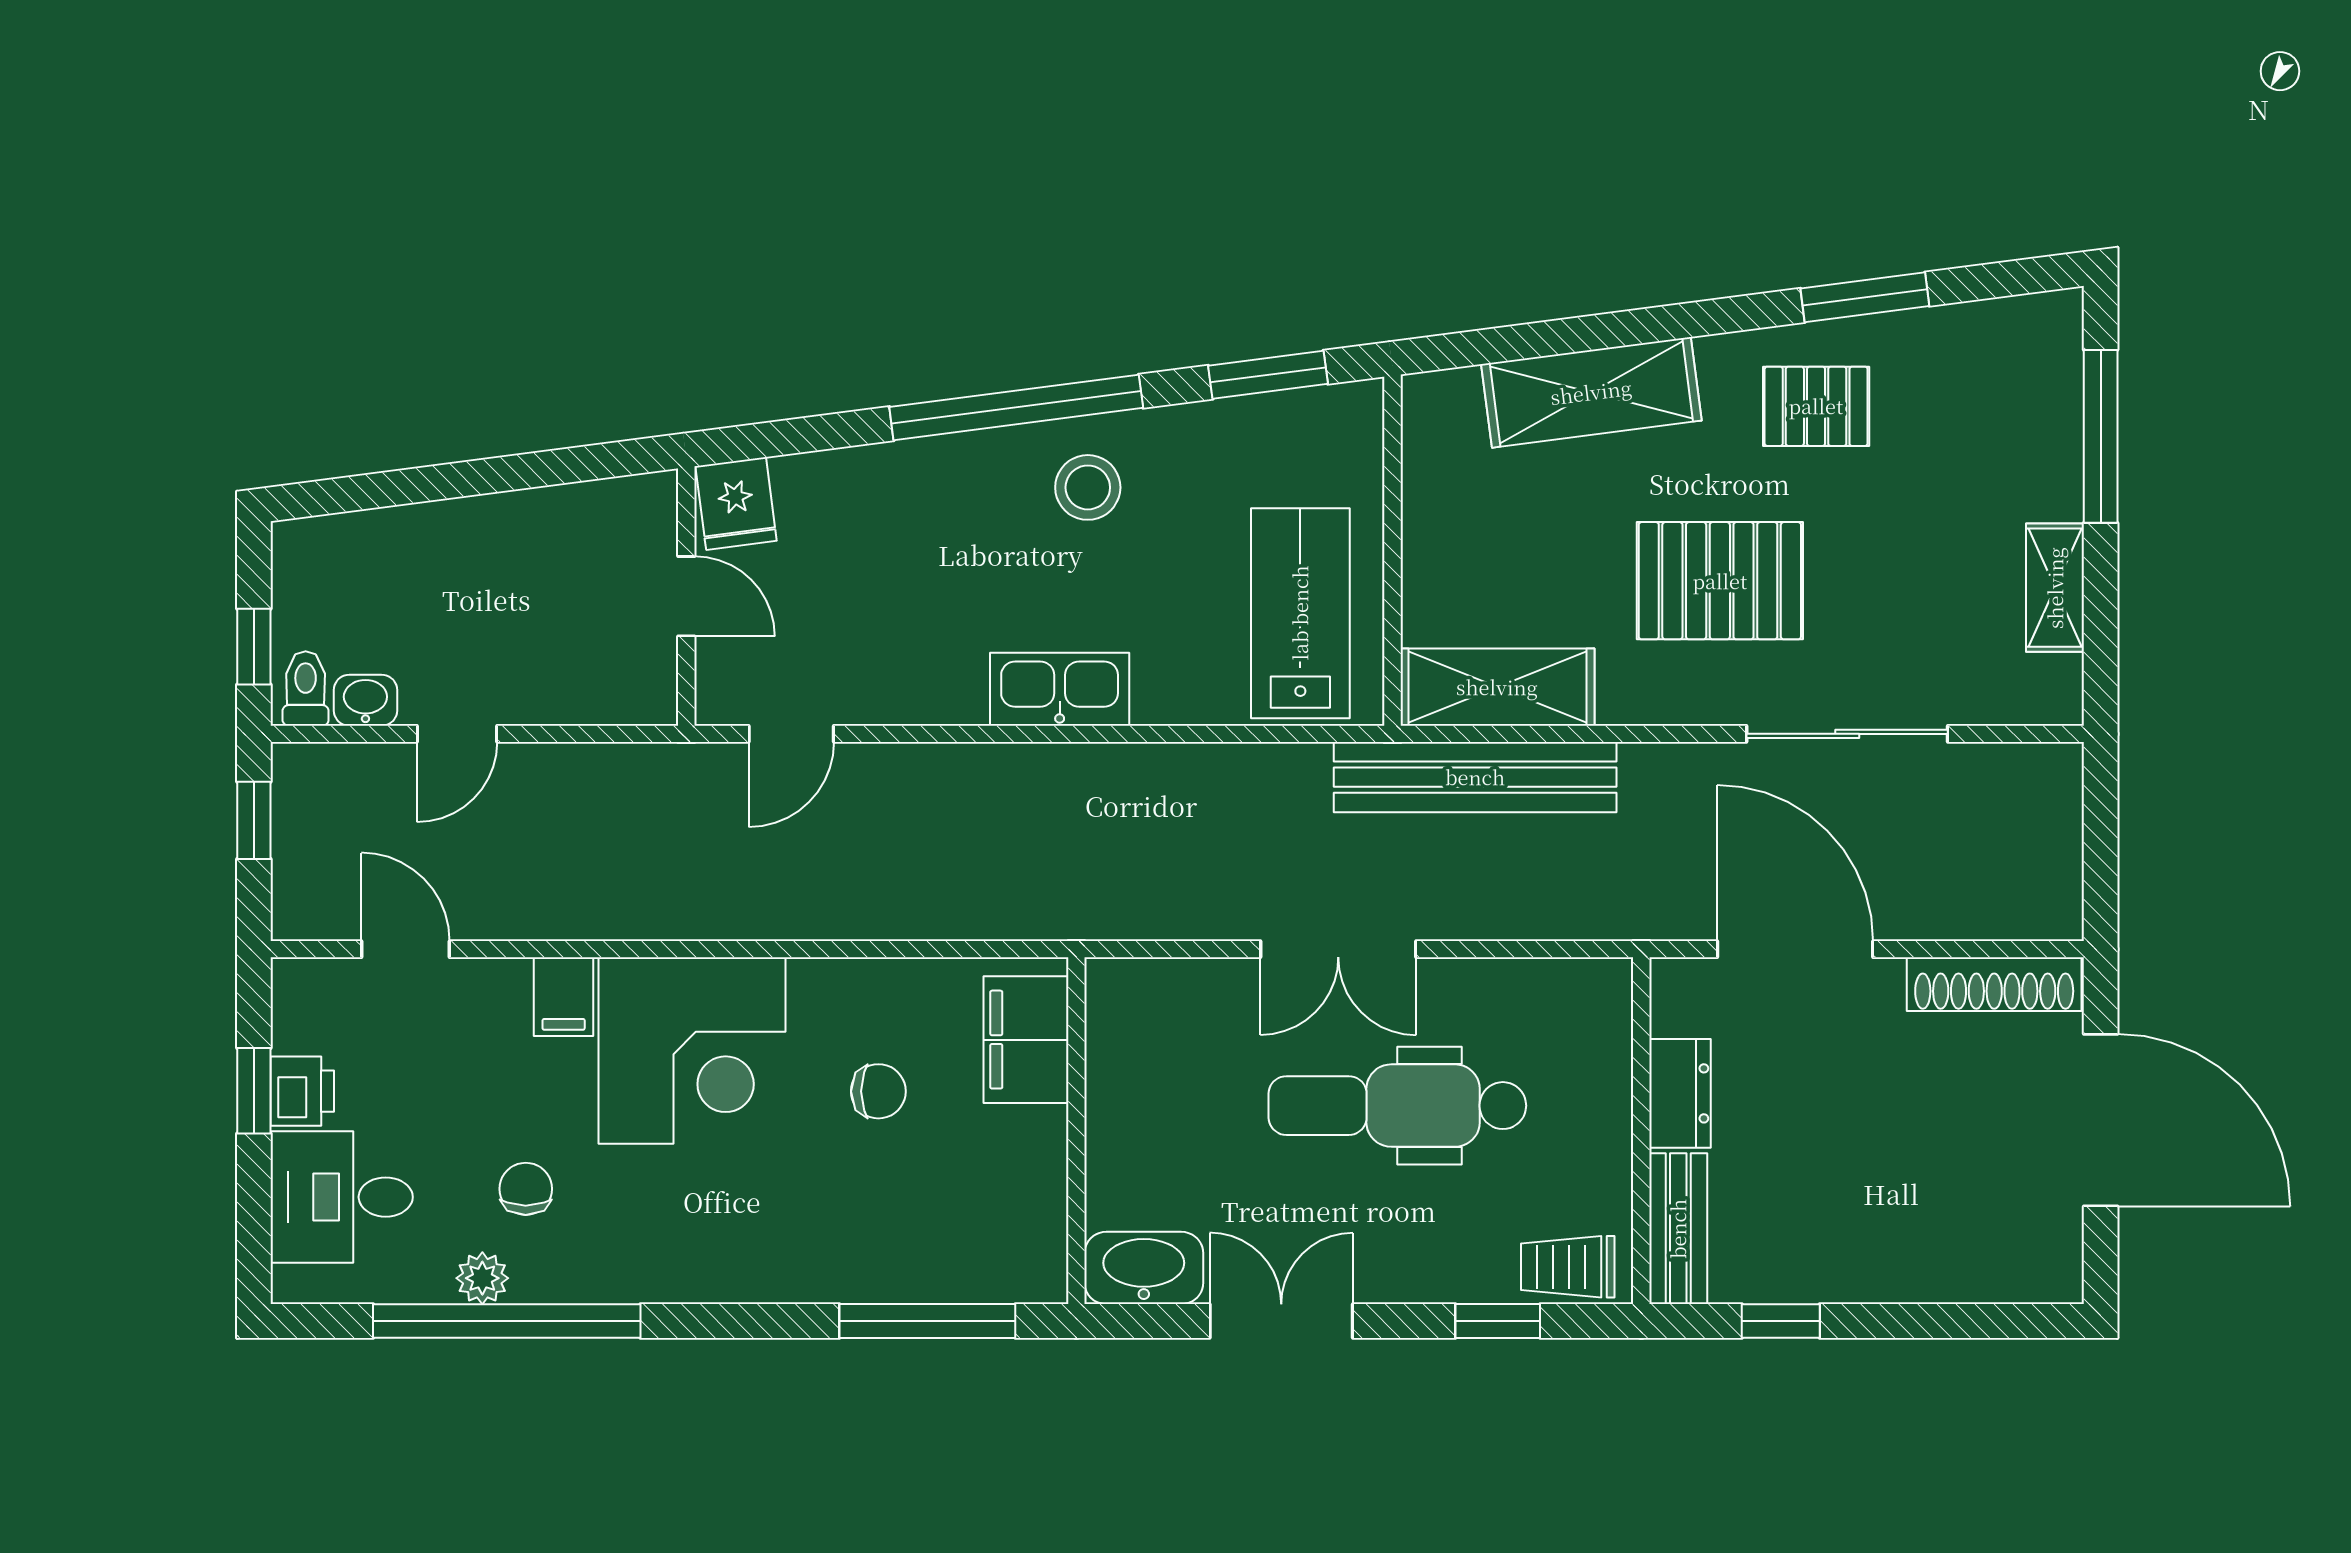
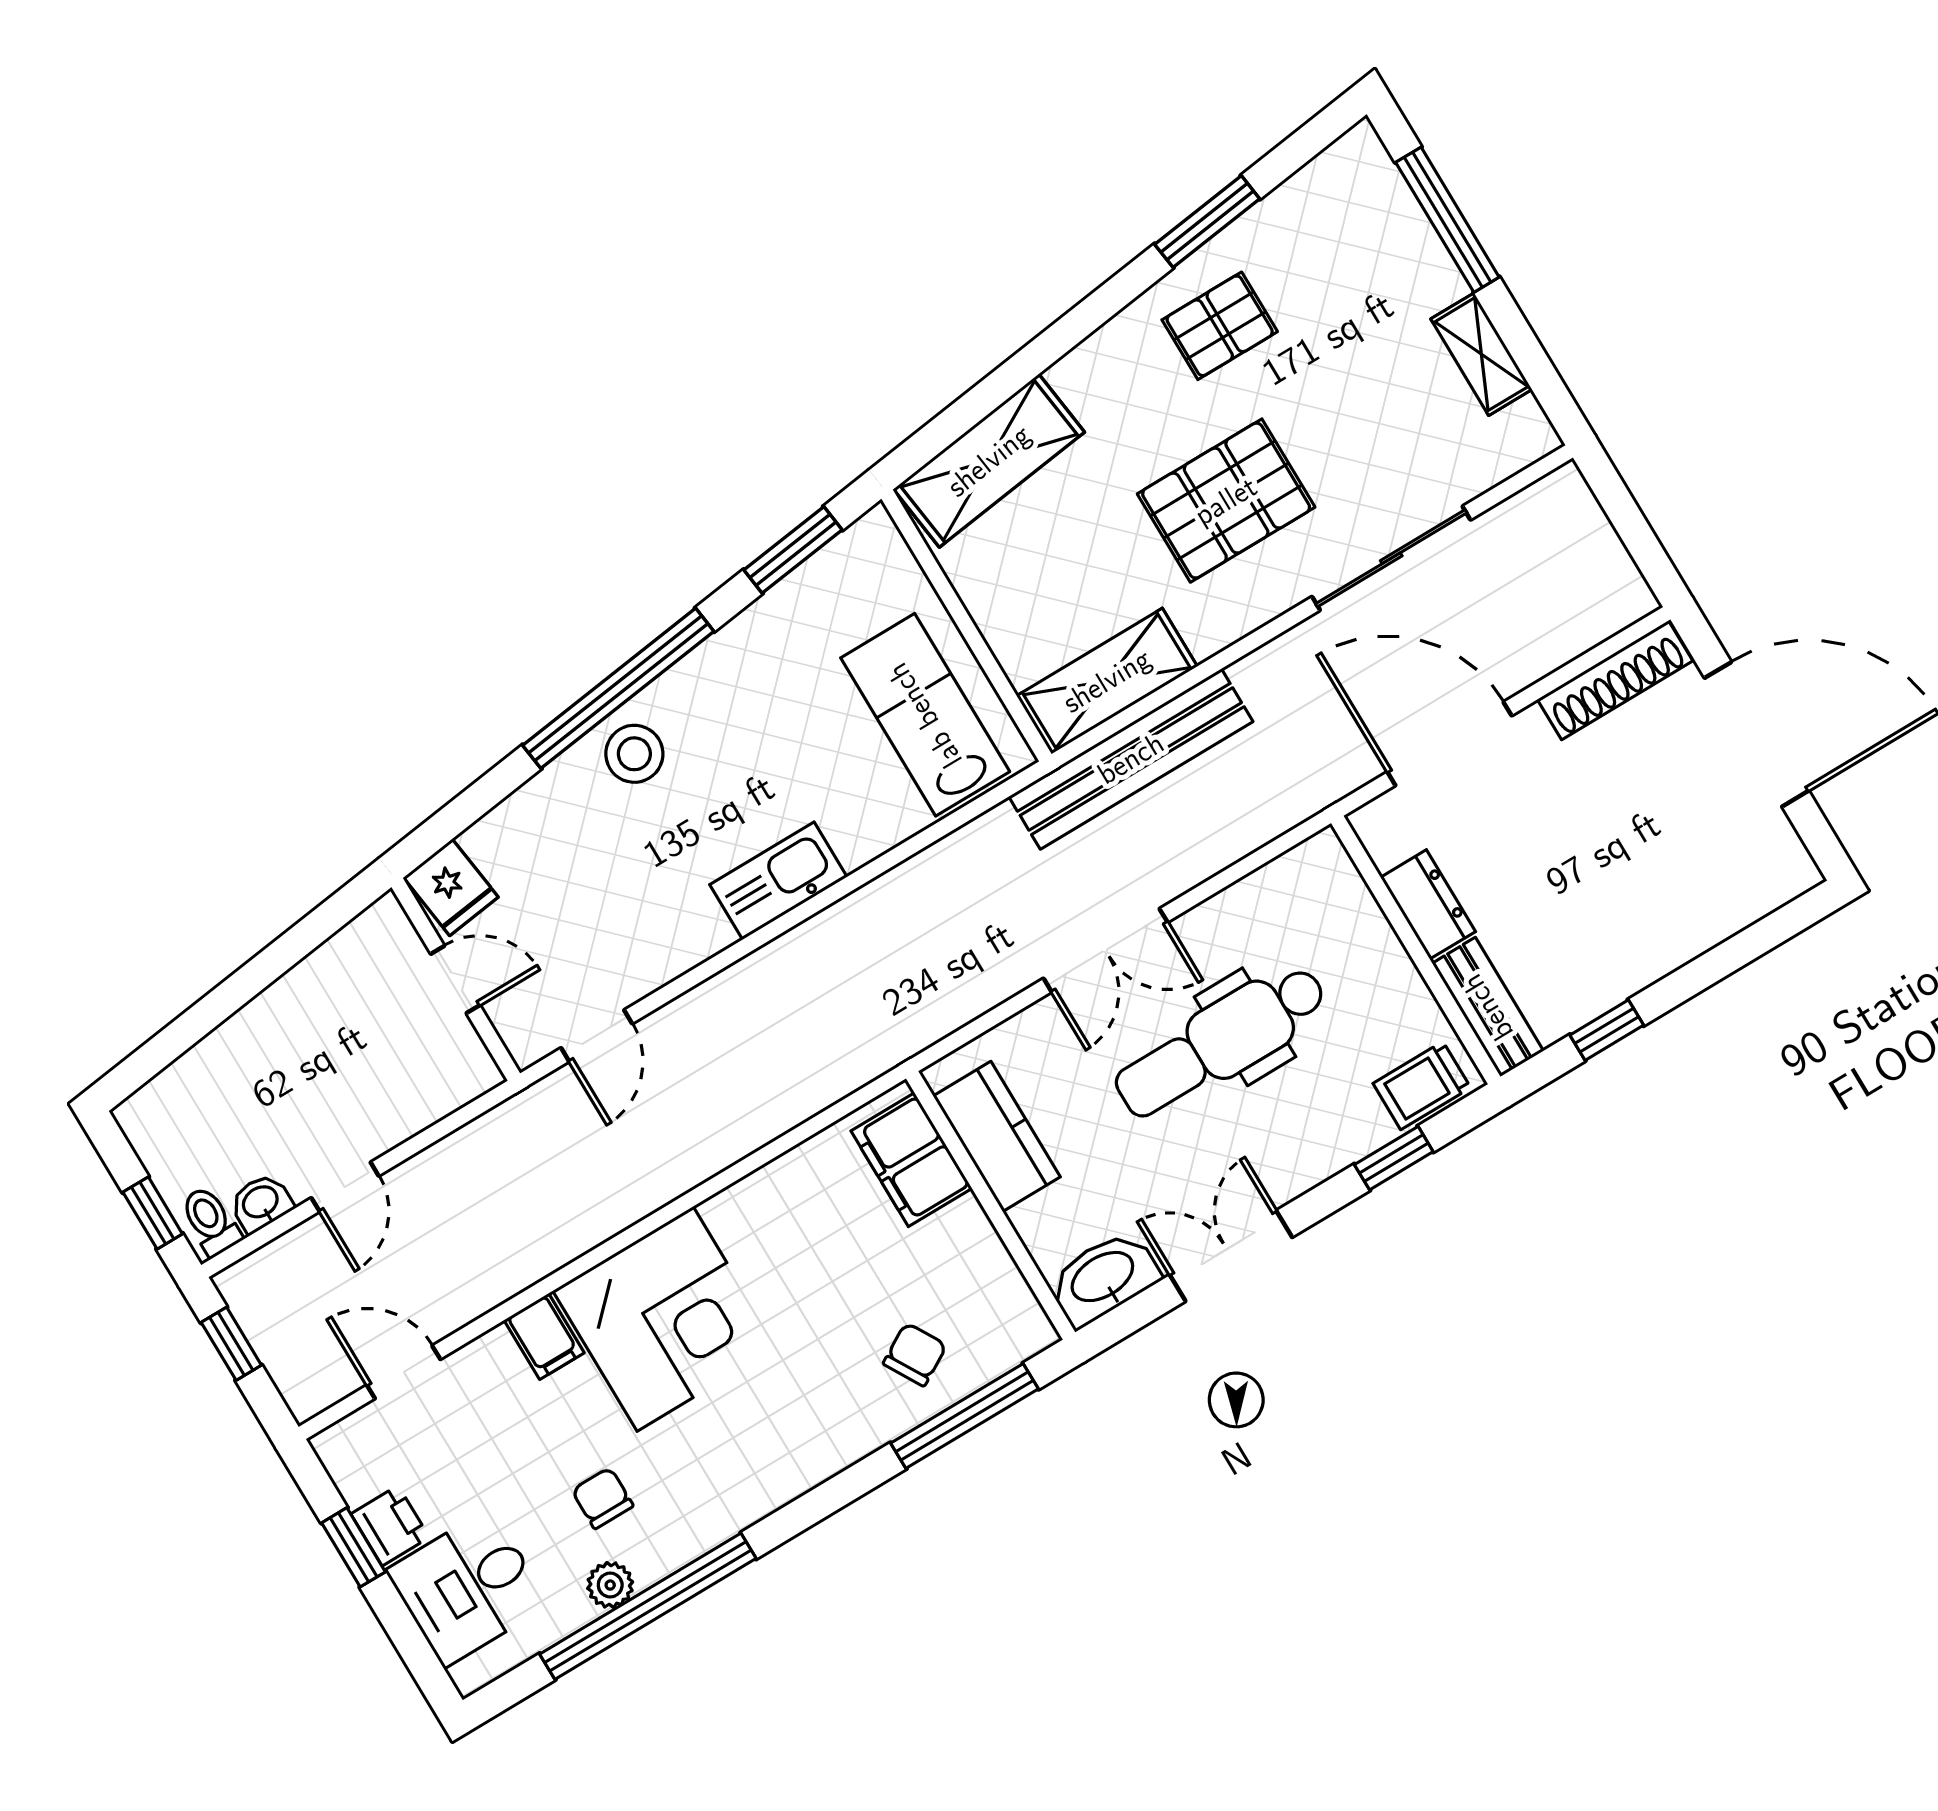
shelving: (1591, 392) -> (989, 461), moved
stool: (1088, 487) -> (634, 754), moved
kitchen counter: (1123, 1067) -> (997, 1136), added
chair: (878, 1091) -> (915, 1354), moved, turned -30

